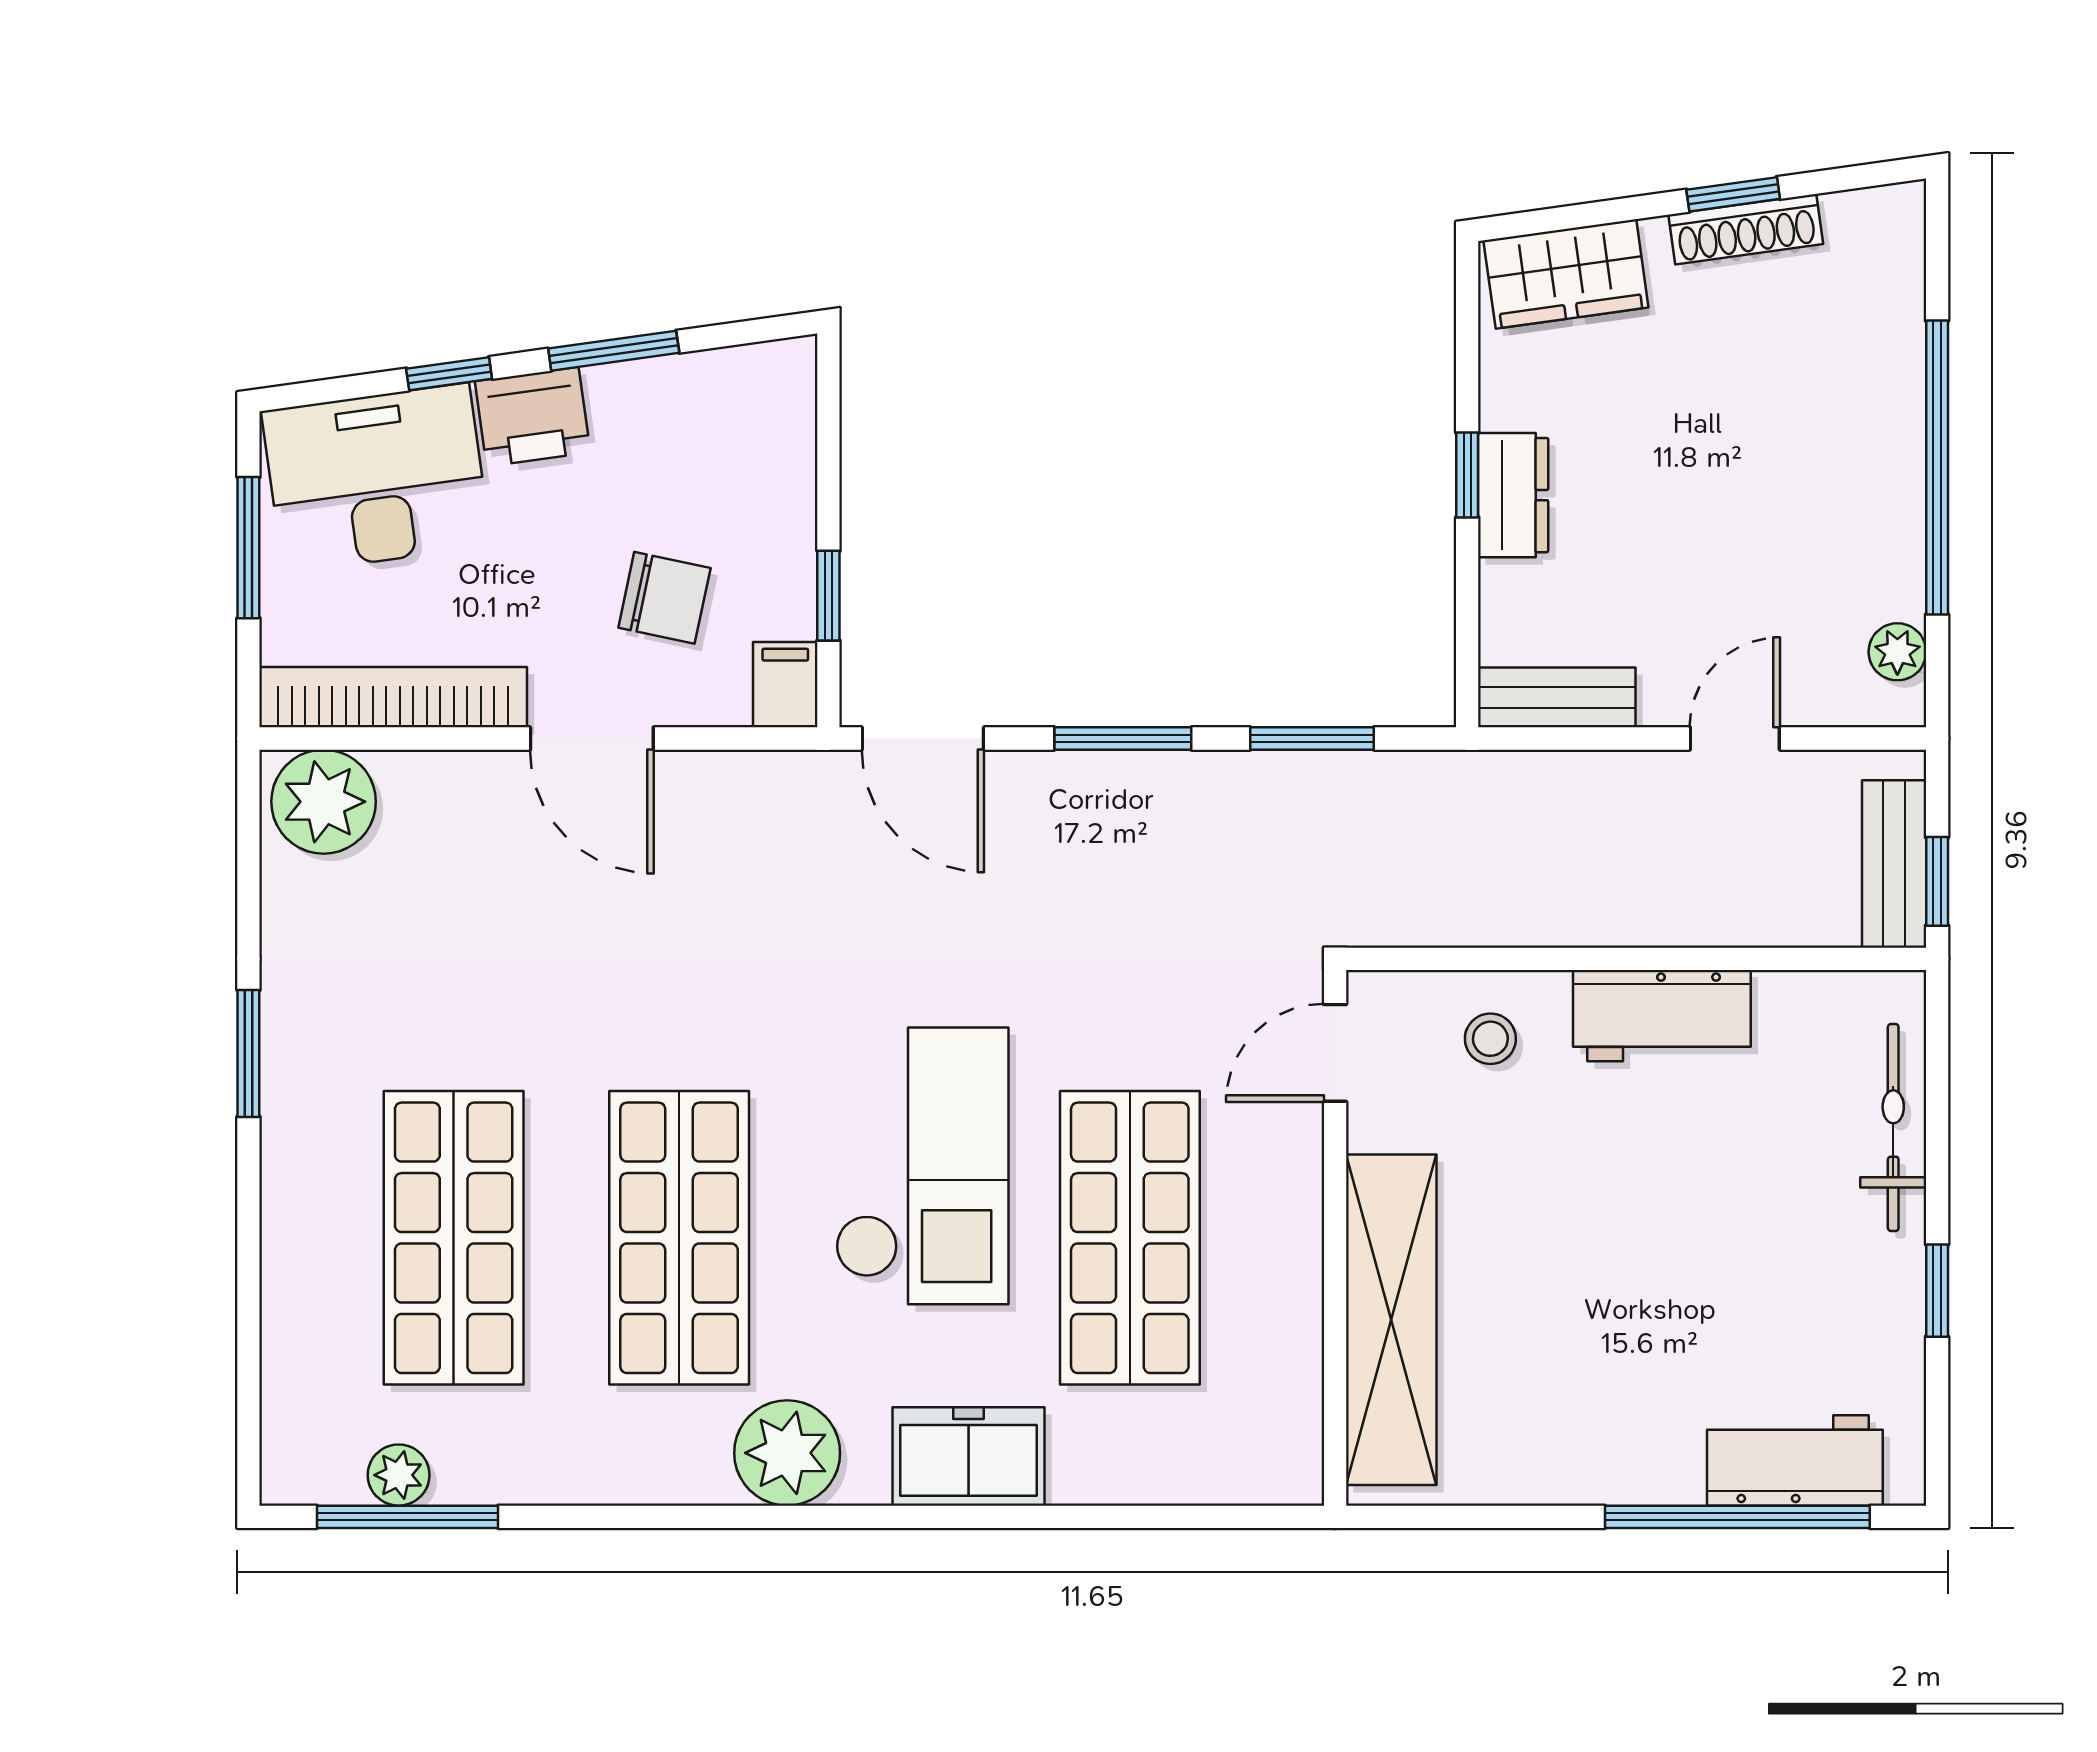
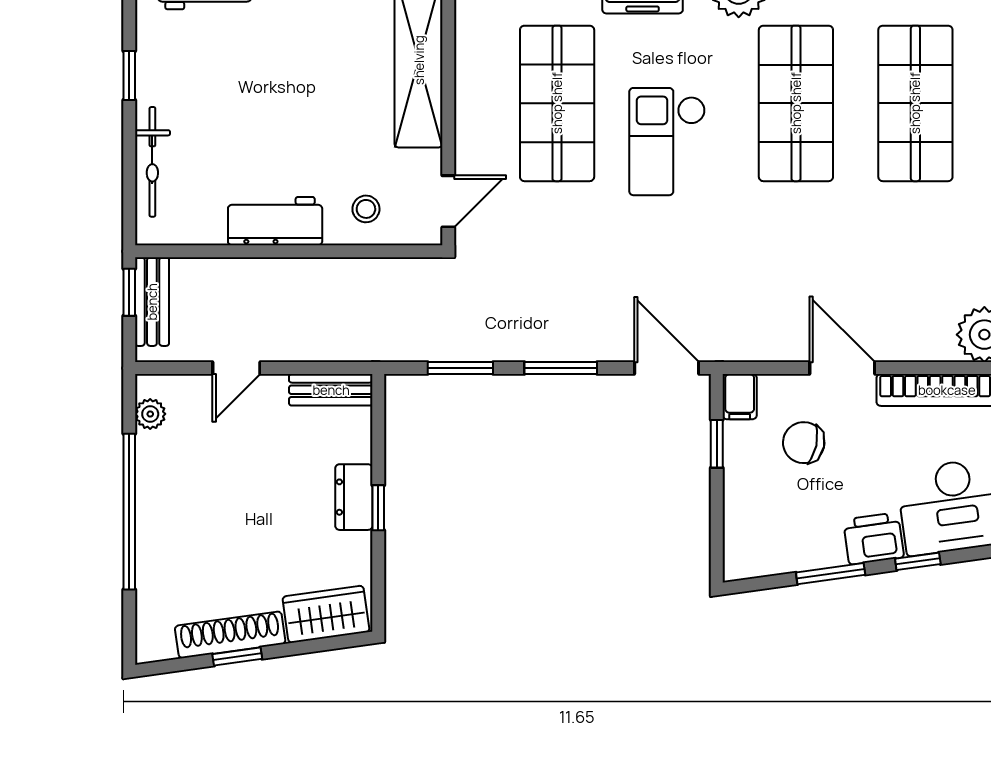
shoe rack: (1746, 229) -> (230, 635), width x1.36, depth x1.24
checkout: (922, 1166) -> (667, 142), width x0.73, depth x0.83

